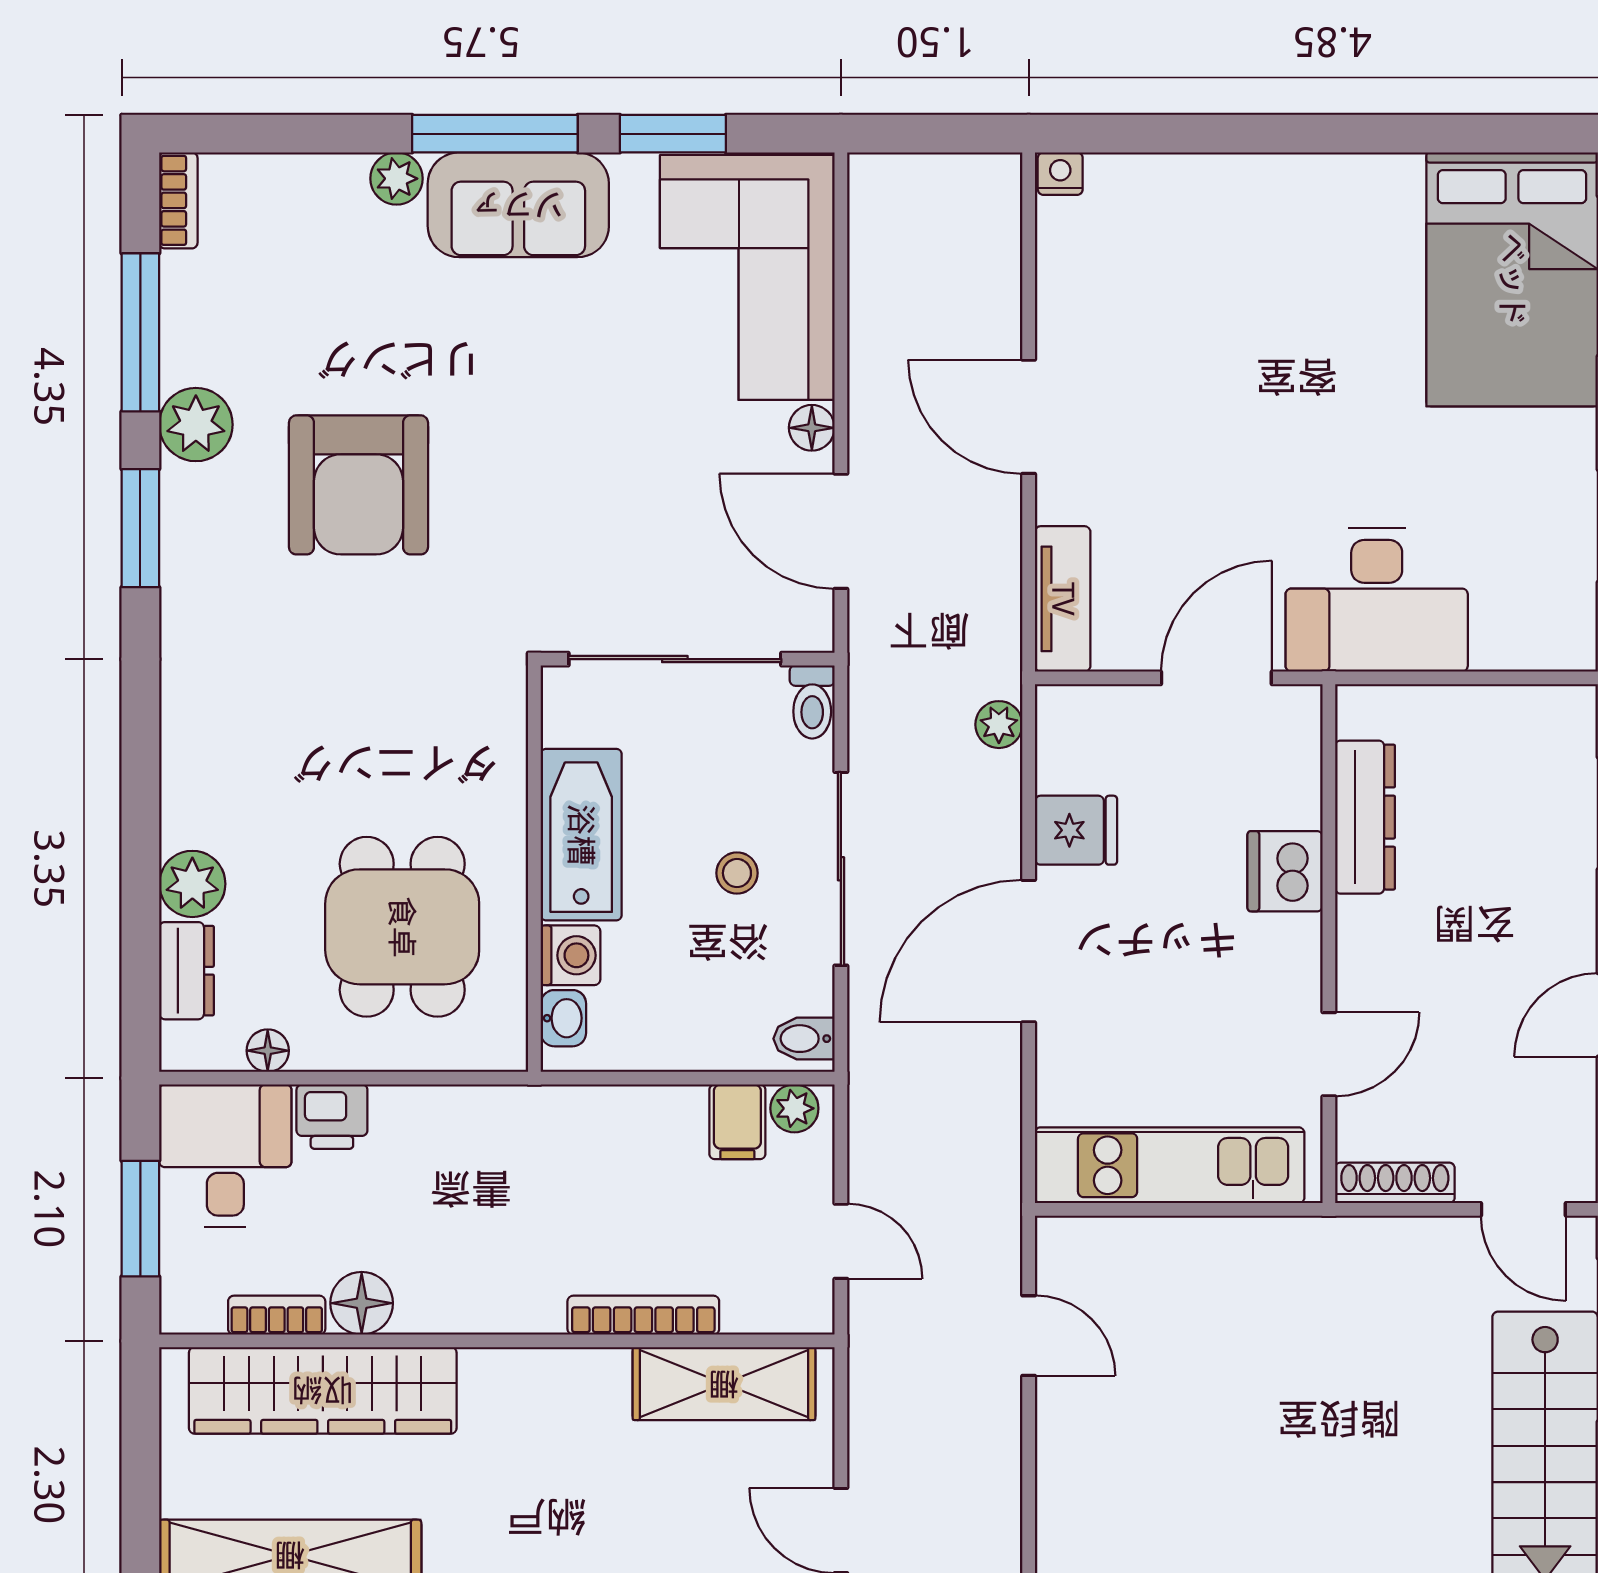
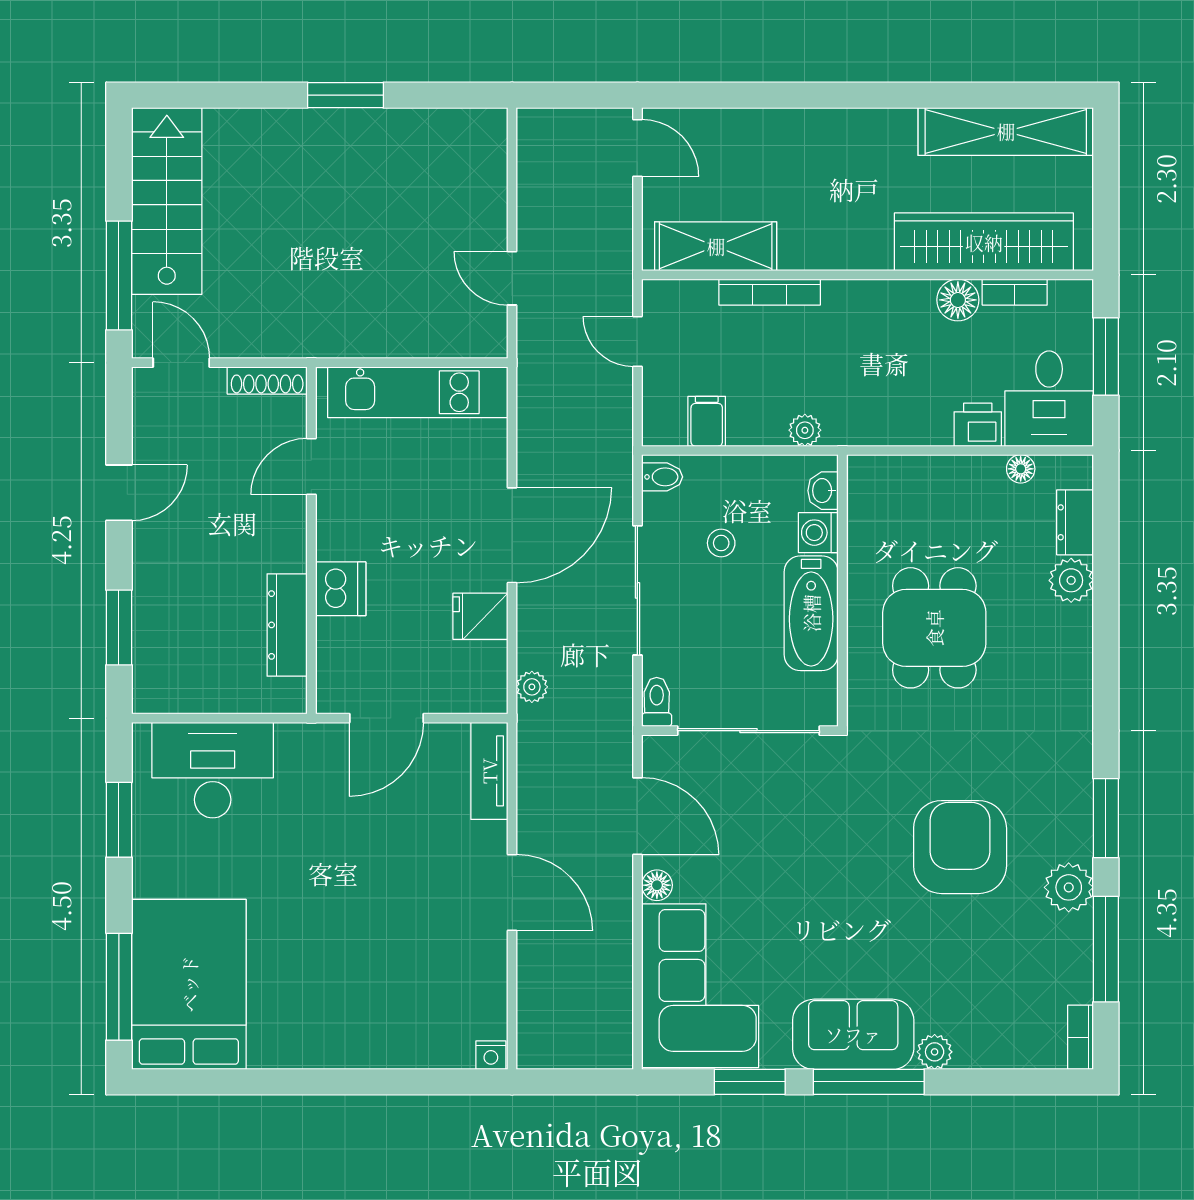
desk: (1377, 600) -> (213, 770), moved
stool: (737, 873) -> (721, 543), moved
dining table: (402, 927) -> (934, 628), moved
plant: (794, 1108) -> (805, 430), moved

